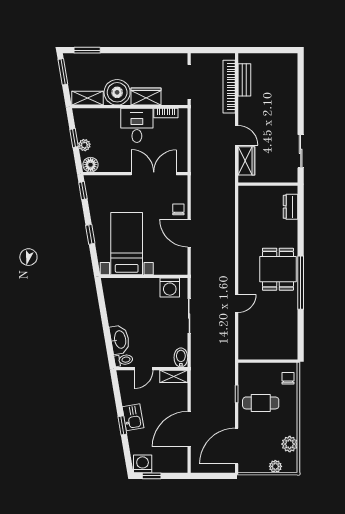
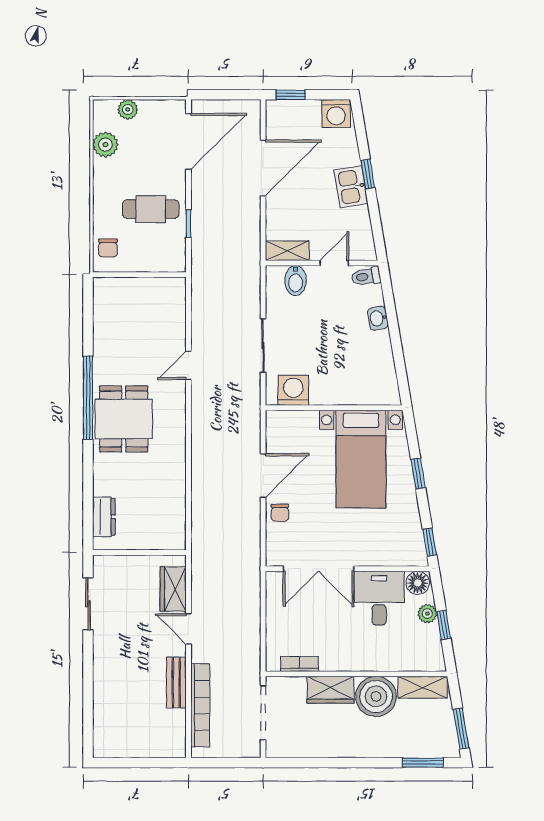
bench: (244, 80) -> (176, 682), moved
desk: (137, 125) -> (379, 598), moved, turned 180
door: (189, 233) -> (263, 476), hinge flipped
washbasin: (120, 340) -> (378, 318), width x0.52, depth x0.69
bidet: (181, 357) -> (296, 280), moved
window: (152, 476) -> (291, 95), moved

